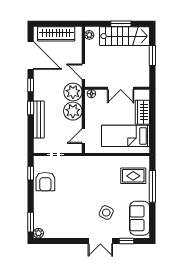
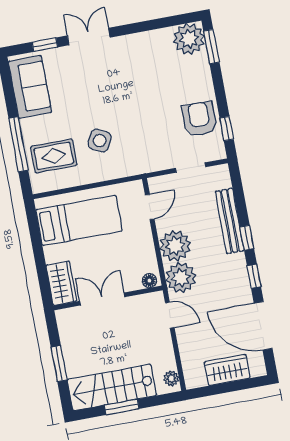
wardrobe: (56, 34) -> (227, 370), width x0.67
wardrobe: (142, 112) -> (61, 283), moved
side table: (106, 213) -> (100, 141), moved
plant: (38, 233) -> (189, 39), width x1.88, depth x1.88

